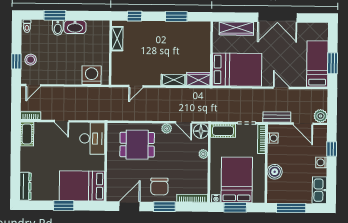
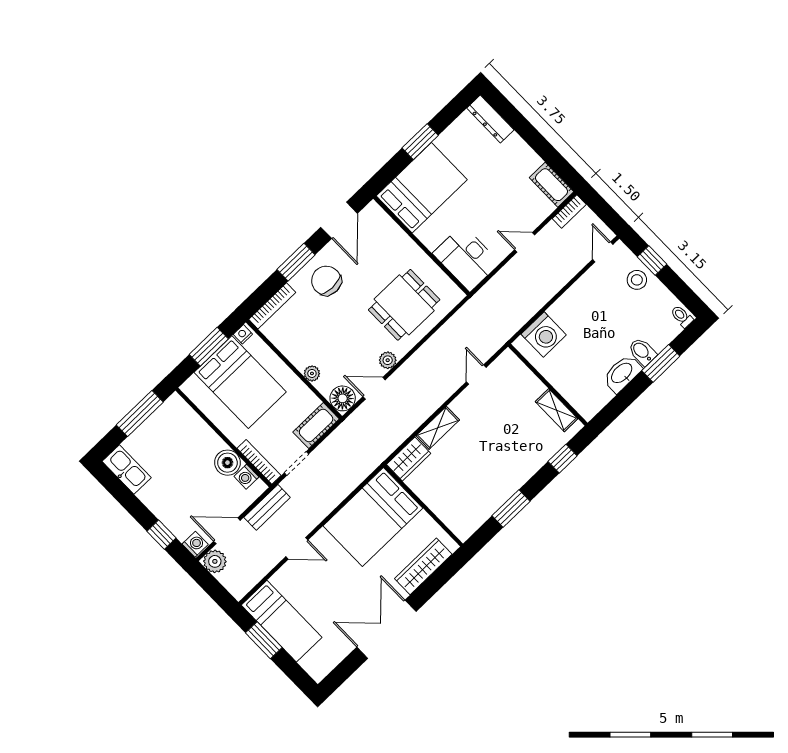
washing machine: (321, 162) -> (195, 544), moved
boiler: (275, 172) -> (227, 463), moved

